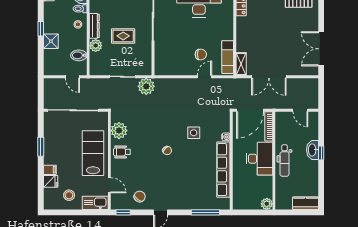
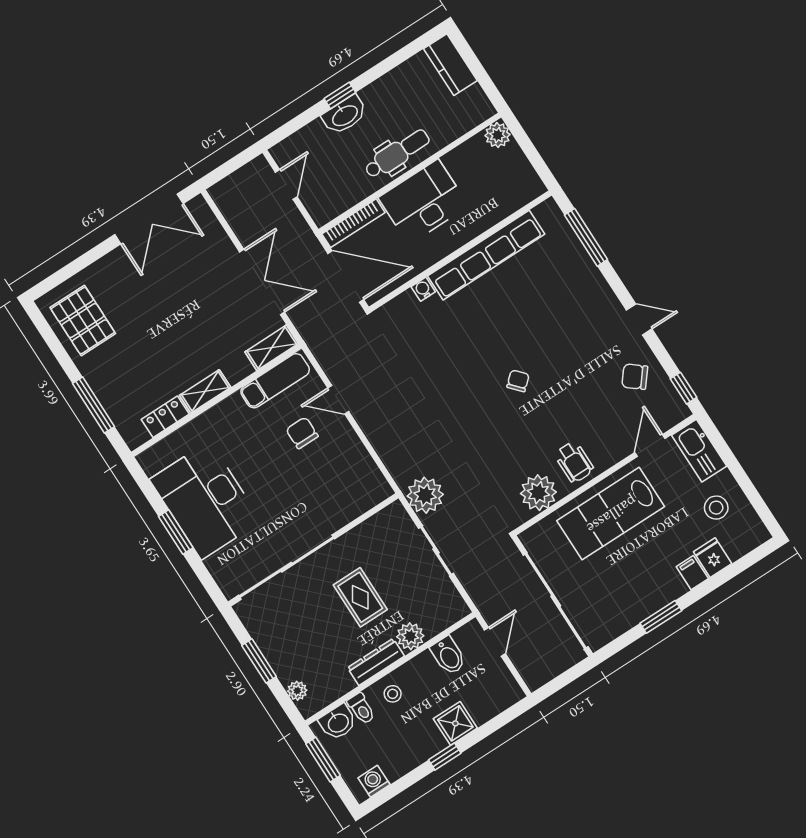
shelving: (241, 28) -> (205, 391), added
side table: (194, 133) -> (454, 353), removed

